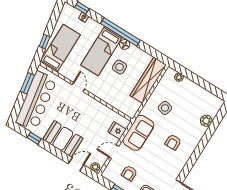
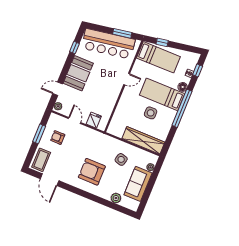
floor lamp: (125, 44) -> (183, 87), moved
sofa: (138, 133) -> (138, 184), moved, turned 90
armchair: (173, 142) -> (92, 172), width x1.88, depth x1.88
door: (76, 164) -> (58, 89), swing flipped

